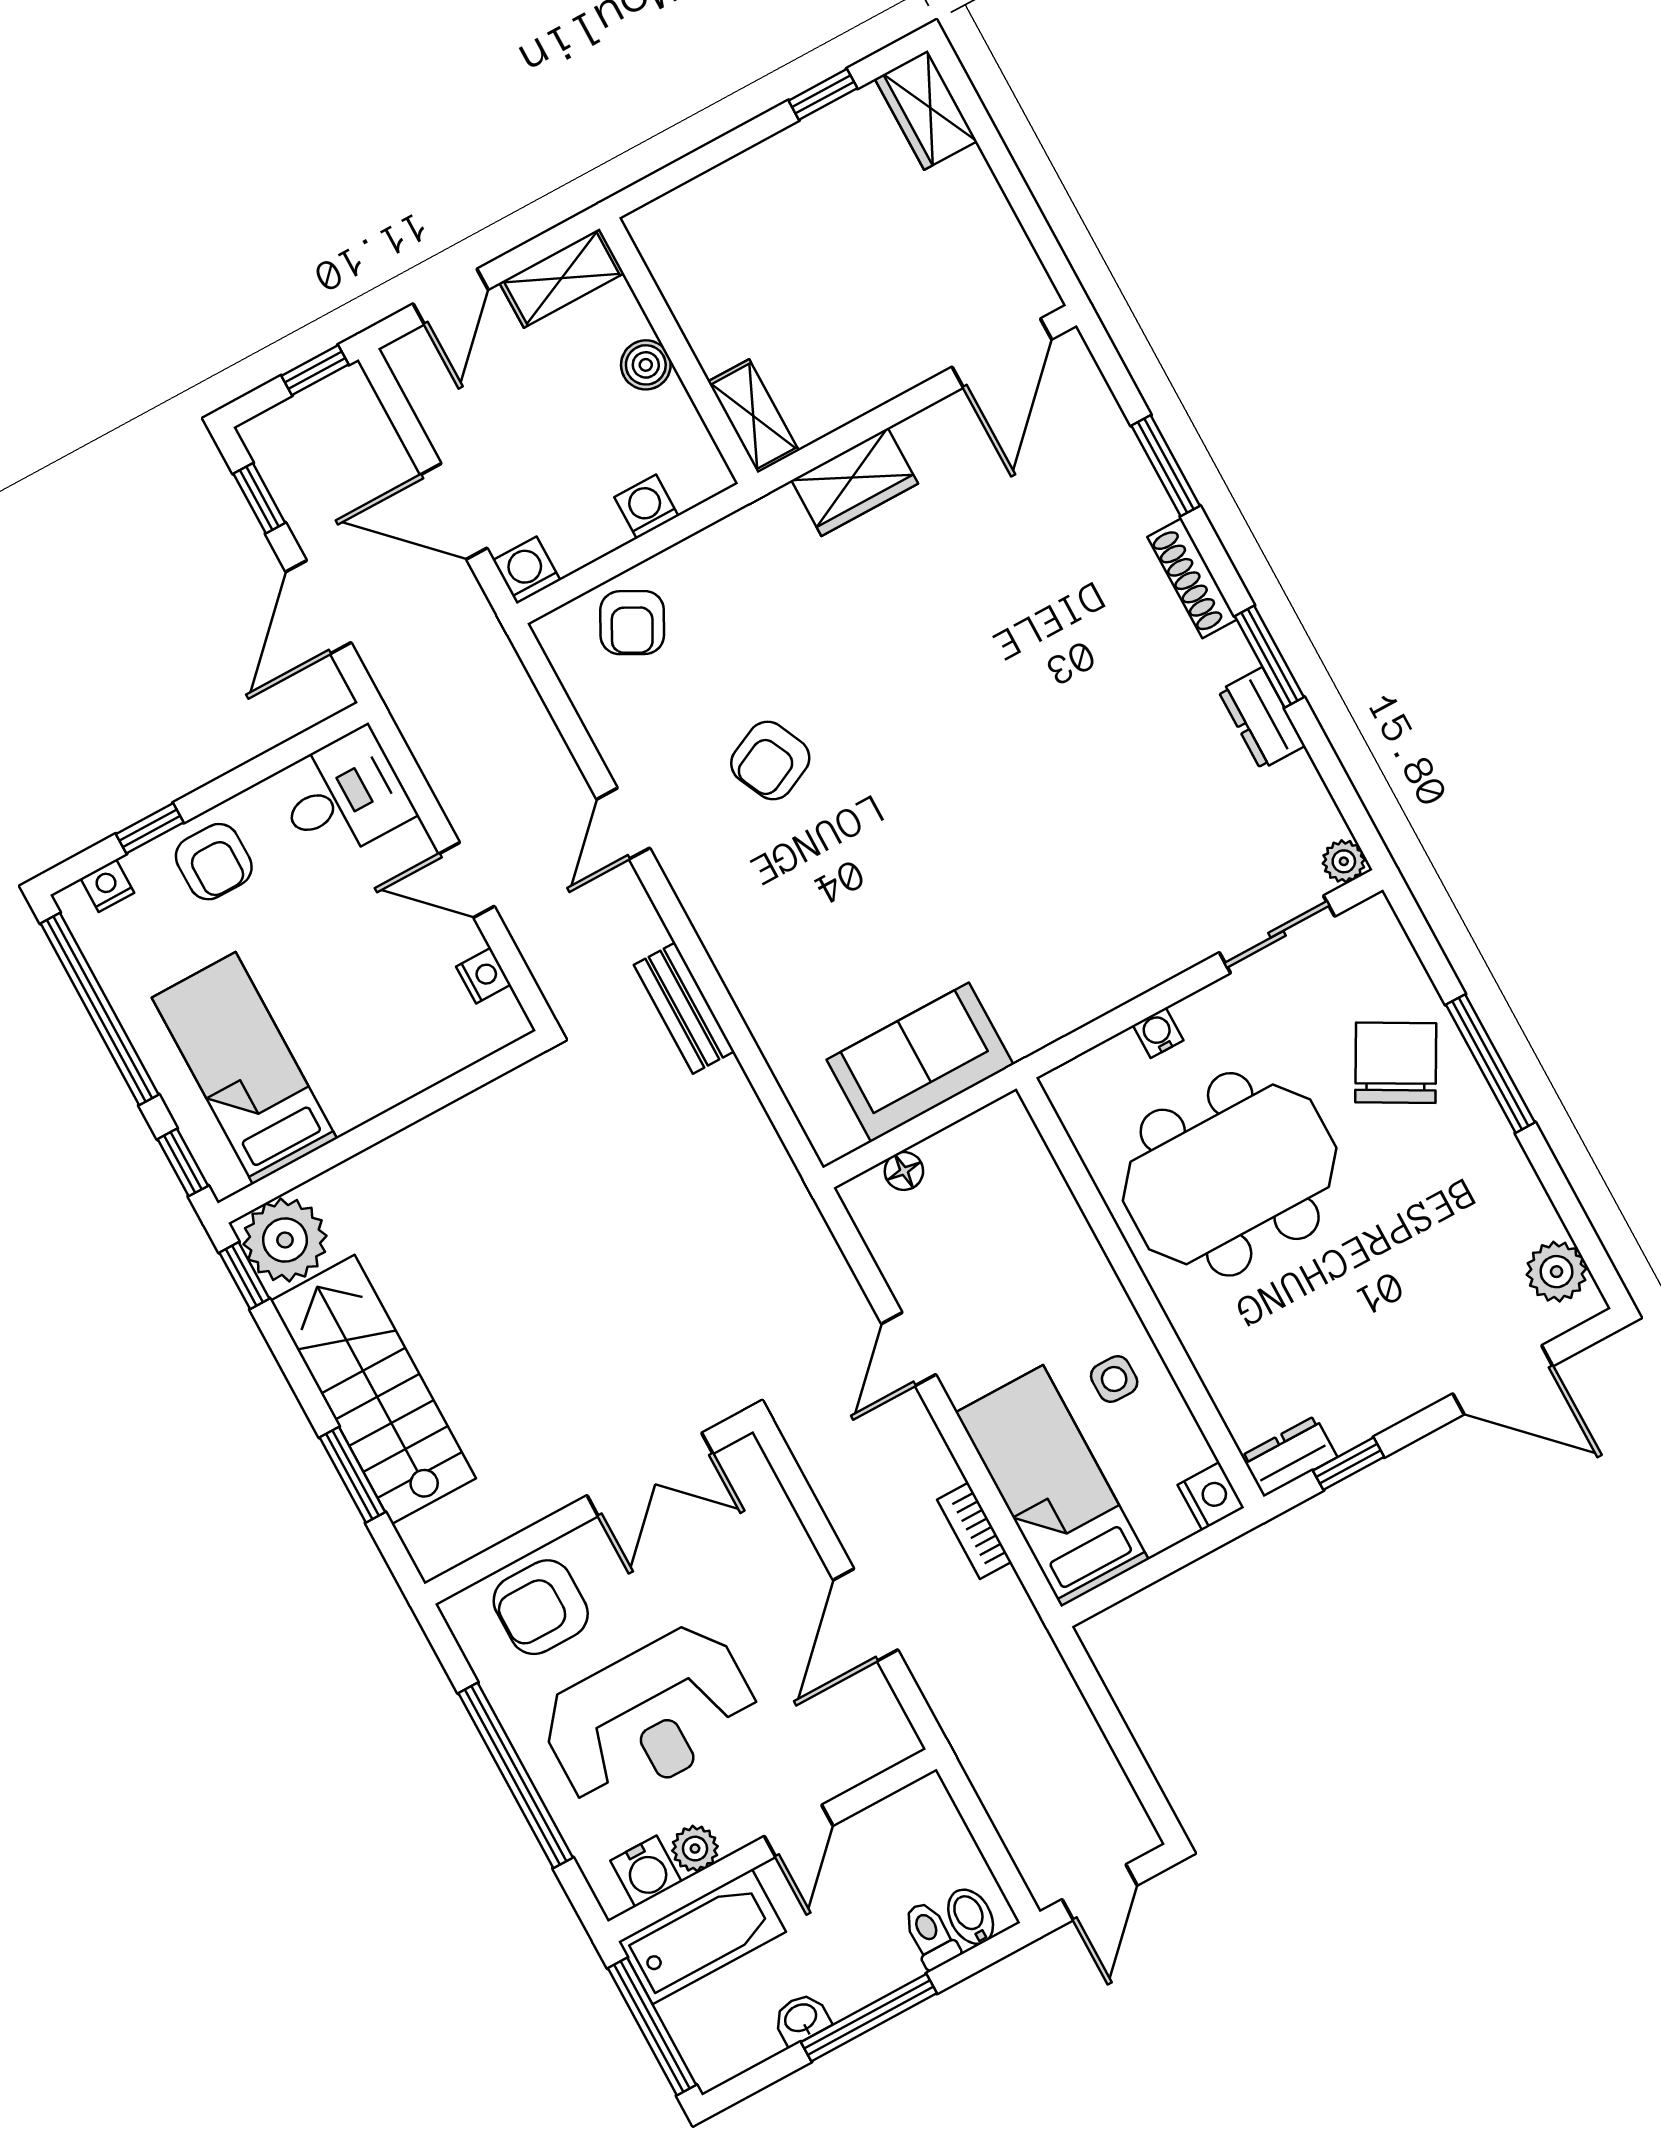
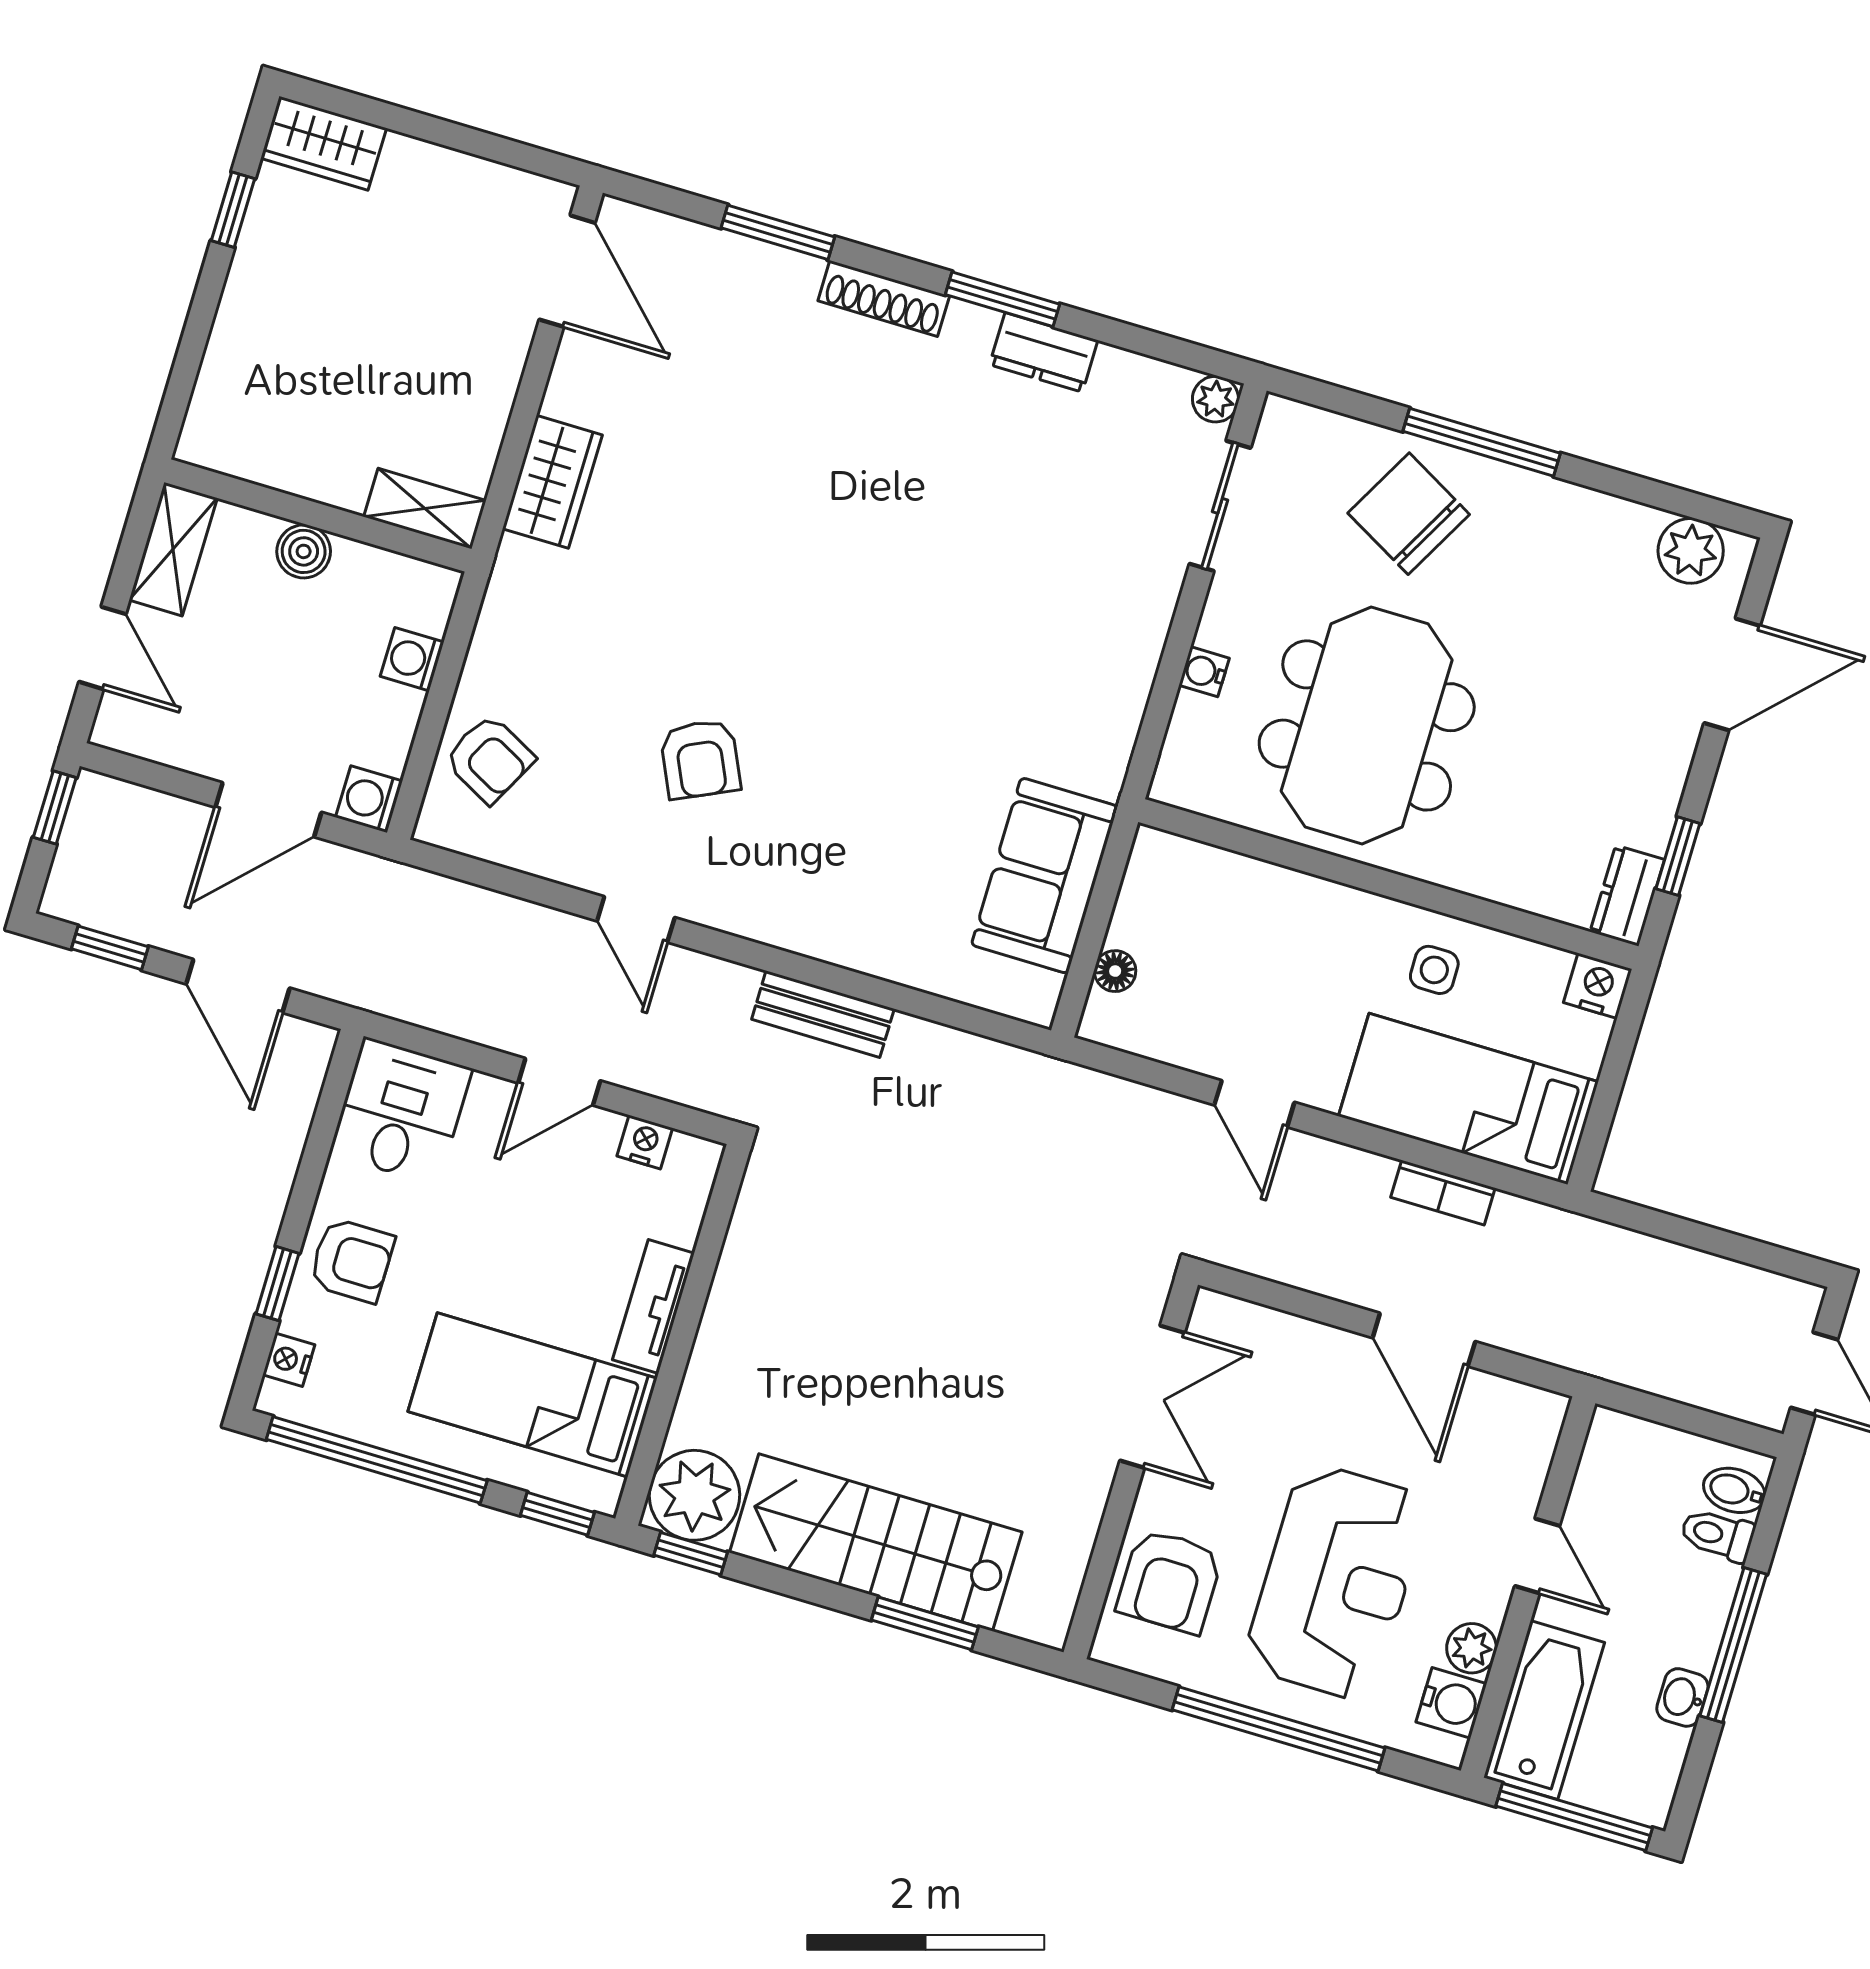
tv unit: (382, 1089) -> (653, 1307), added

